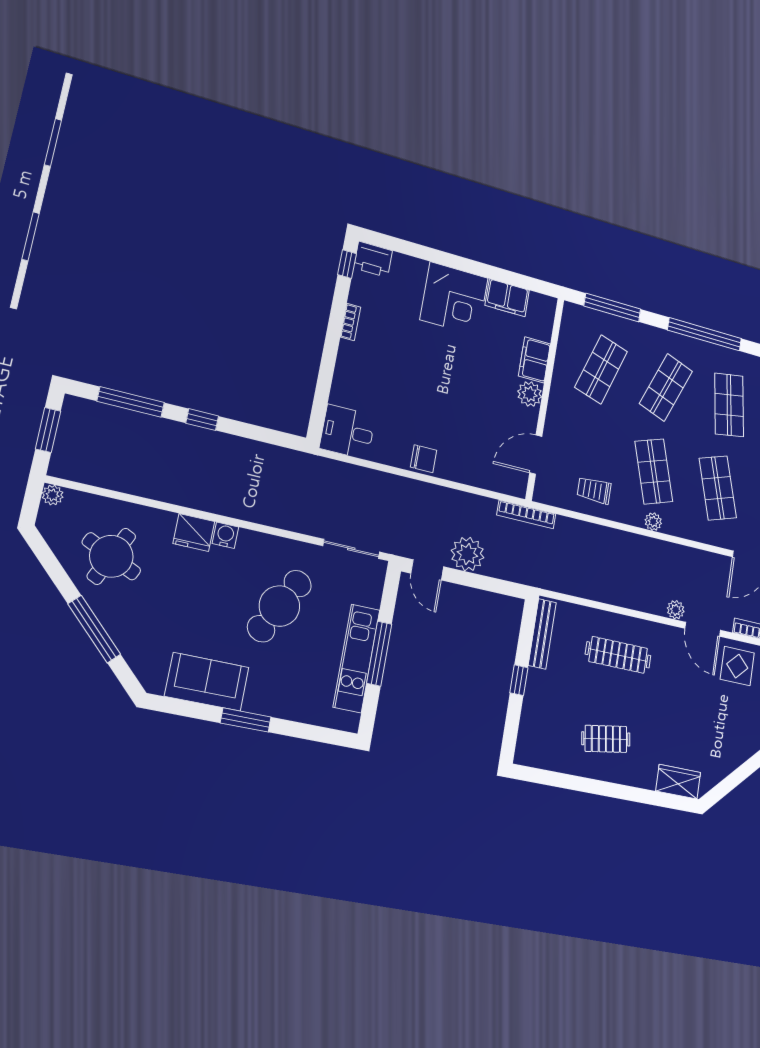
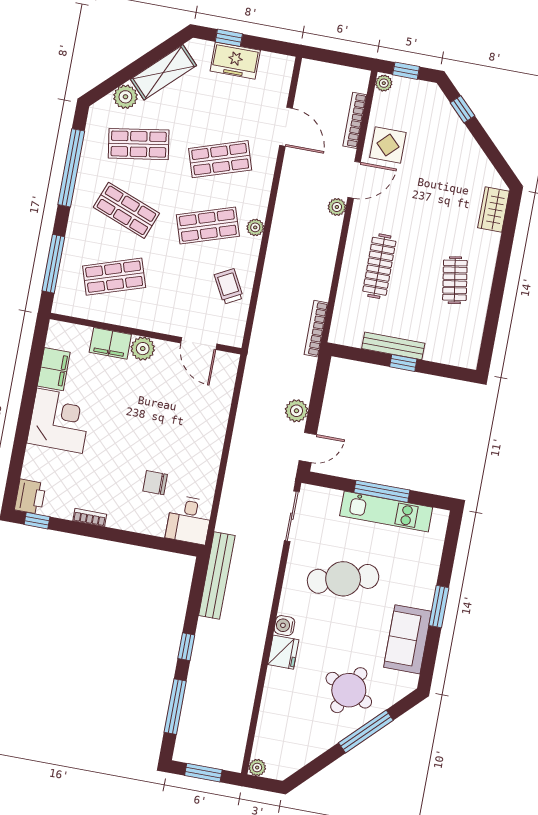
shop shelf: (601, 369) -> (114, 277), turned -36
chair: (424, 459) -> (155, 483), moved, turned -90
bench: (285, 460) -> (217, 575), added
trolley: (594, 490) -> (229, 286), turned 152
bookcase: (526, 515) -> (316, 329), moved, turned 180
plant: (468, 554) -> (296, 411), width x0.73, depth x0.73
round table: (111, 556) -> (349, 690), moved
cafe table: (279, 606) -> (343, 579), turned -44
bench: (542, 634) -> (393, 346), moved

